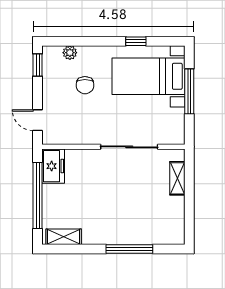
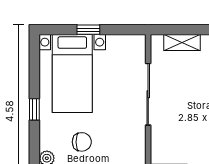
window: (136, 41) -> (34, 109), moved
window: (189, 91) -> (88, 30), width x0.46

